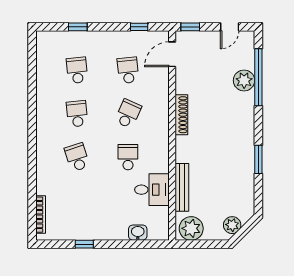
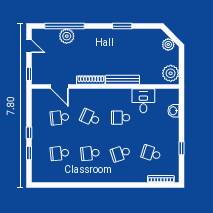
window: (139, 27) -> (29, 133), moved
door: (172, 54) -> (60, 87), moved
bench: (182, 187) -> (123, 80), moved
school desk: (77, 201) -> (151, 153), added

